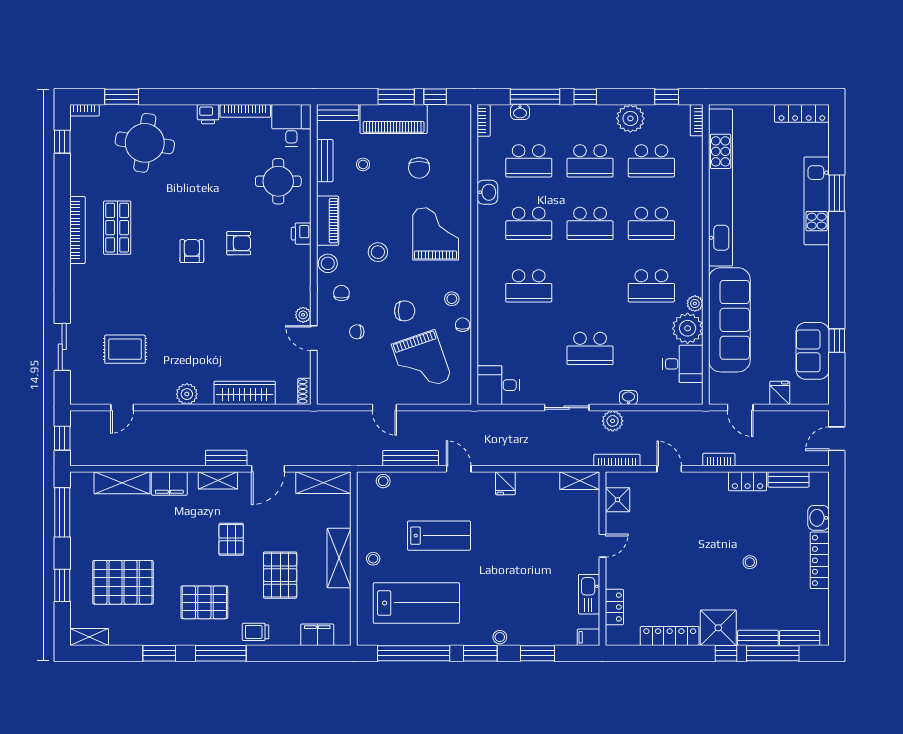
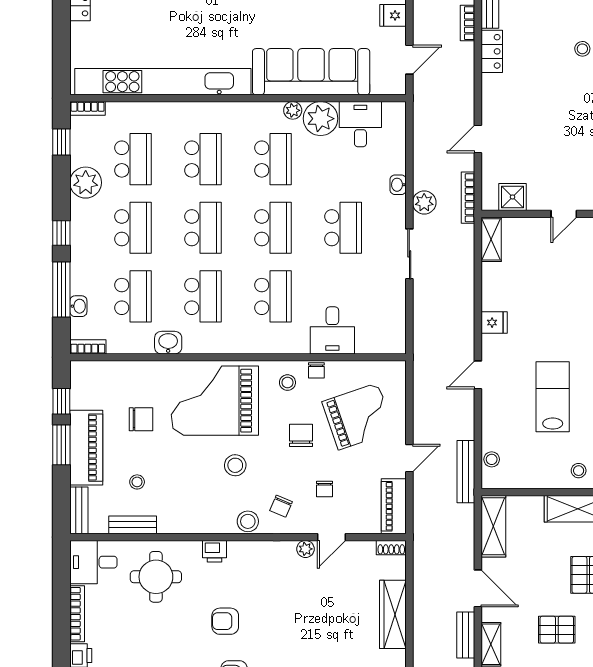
piano: (328, 221) -> (394, 506), moved, turned -90
grand piano: (436, 234) -> (215, 401), width x1.37, depth x1.48
armchair: (239, 243) -> (225, 621), turned -90
school desk: (590, 286) -> (273, 228), added
chair: (341, 293) -> (281, 506), turned -67
chair: (463, 325) -> (316, 370), turned -90
desk: (498, 385) -> (332, 330), moved
bench: (411, 458) -> (466, 472), moved
bookcase: (719, 460) -> (467, 23), moved
door: (602, 546) -> (564, 214), swing flipped

